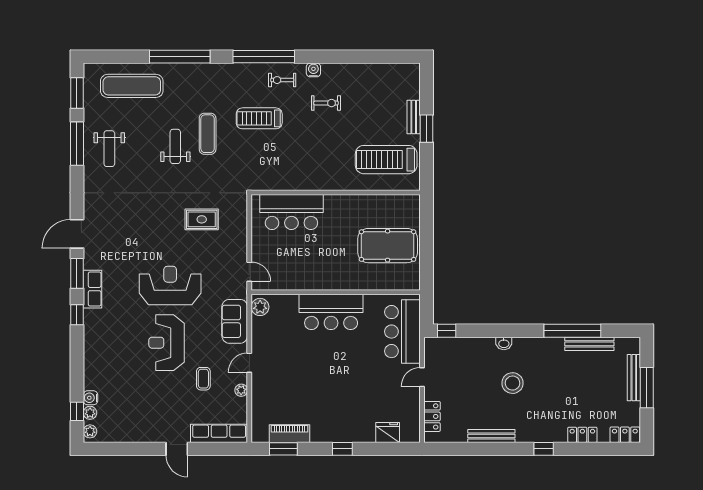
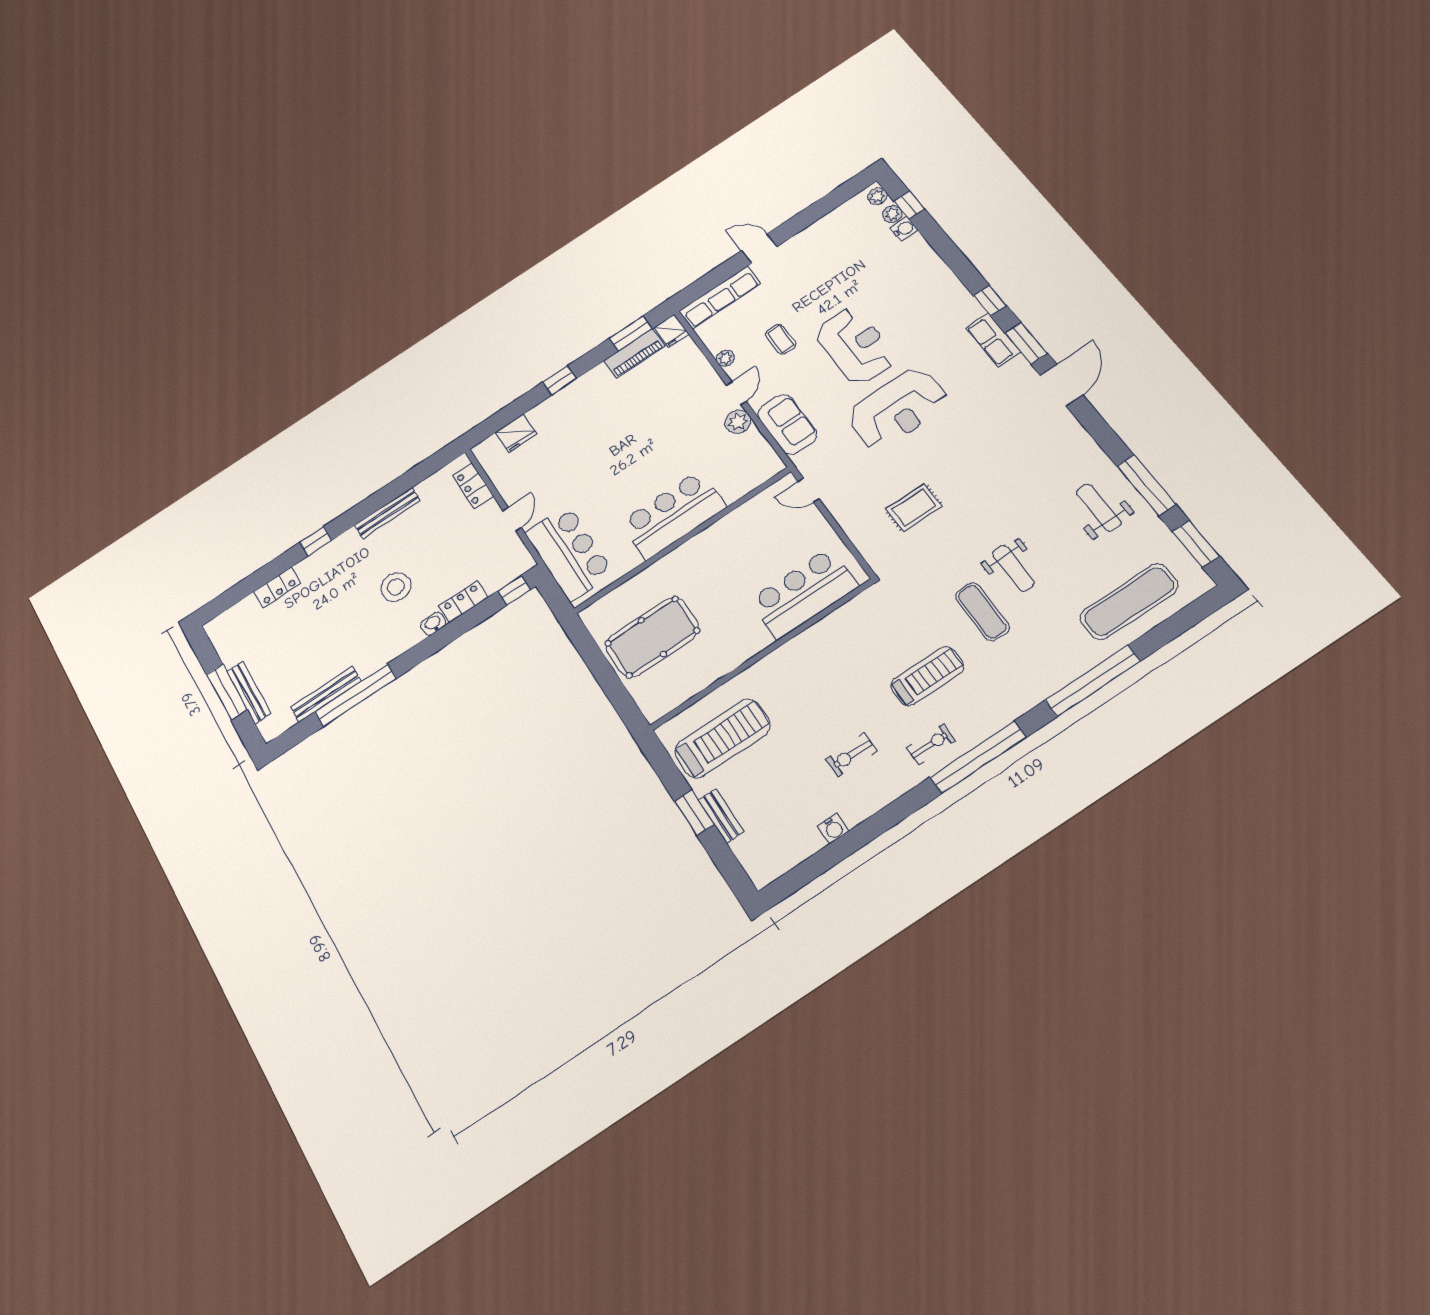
water cooler: (313, 70) -> (833, 829), moved
plant: (260, 307) -> (738, 422), moved
fridge: (260, 432) -> (671, 331), added
locker: (625, 435) -> (463, 602), moved, turned 180

